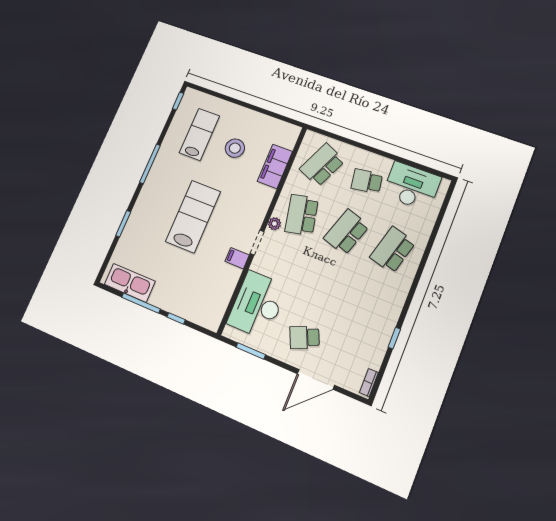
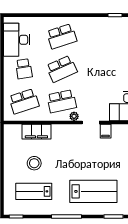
school desk: (322, 165) -> (24, 101), turned -42
lab bench: (193, 217) -> (93, 191), moved, turned 180
school desk: (346, 232) -> (62, 69), turned -42
school desk: (393, 250) -> (62, 36), turned -33

